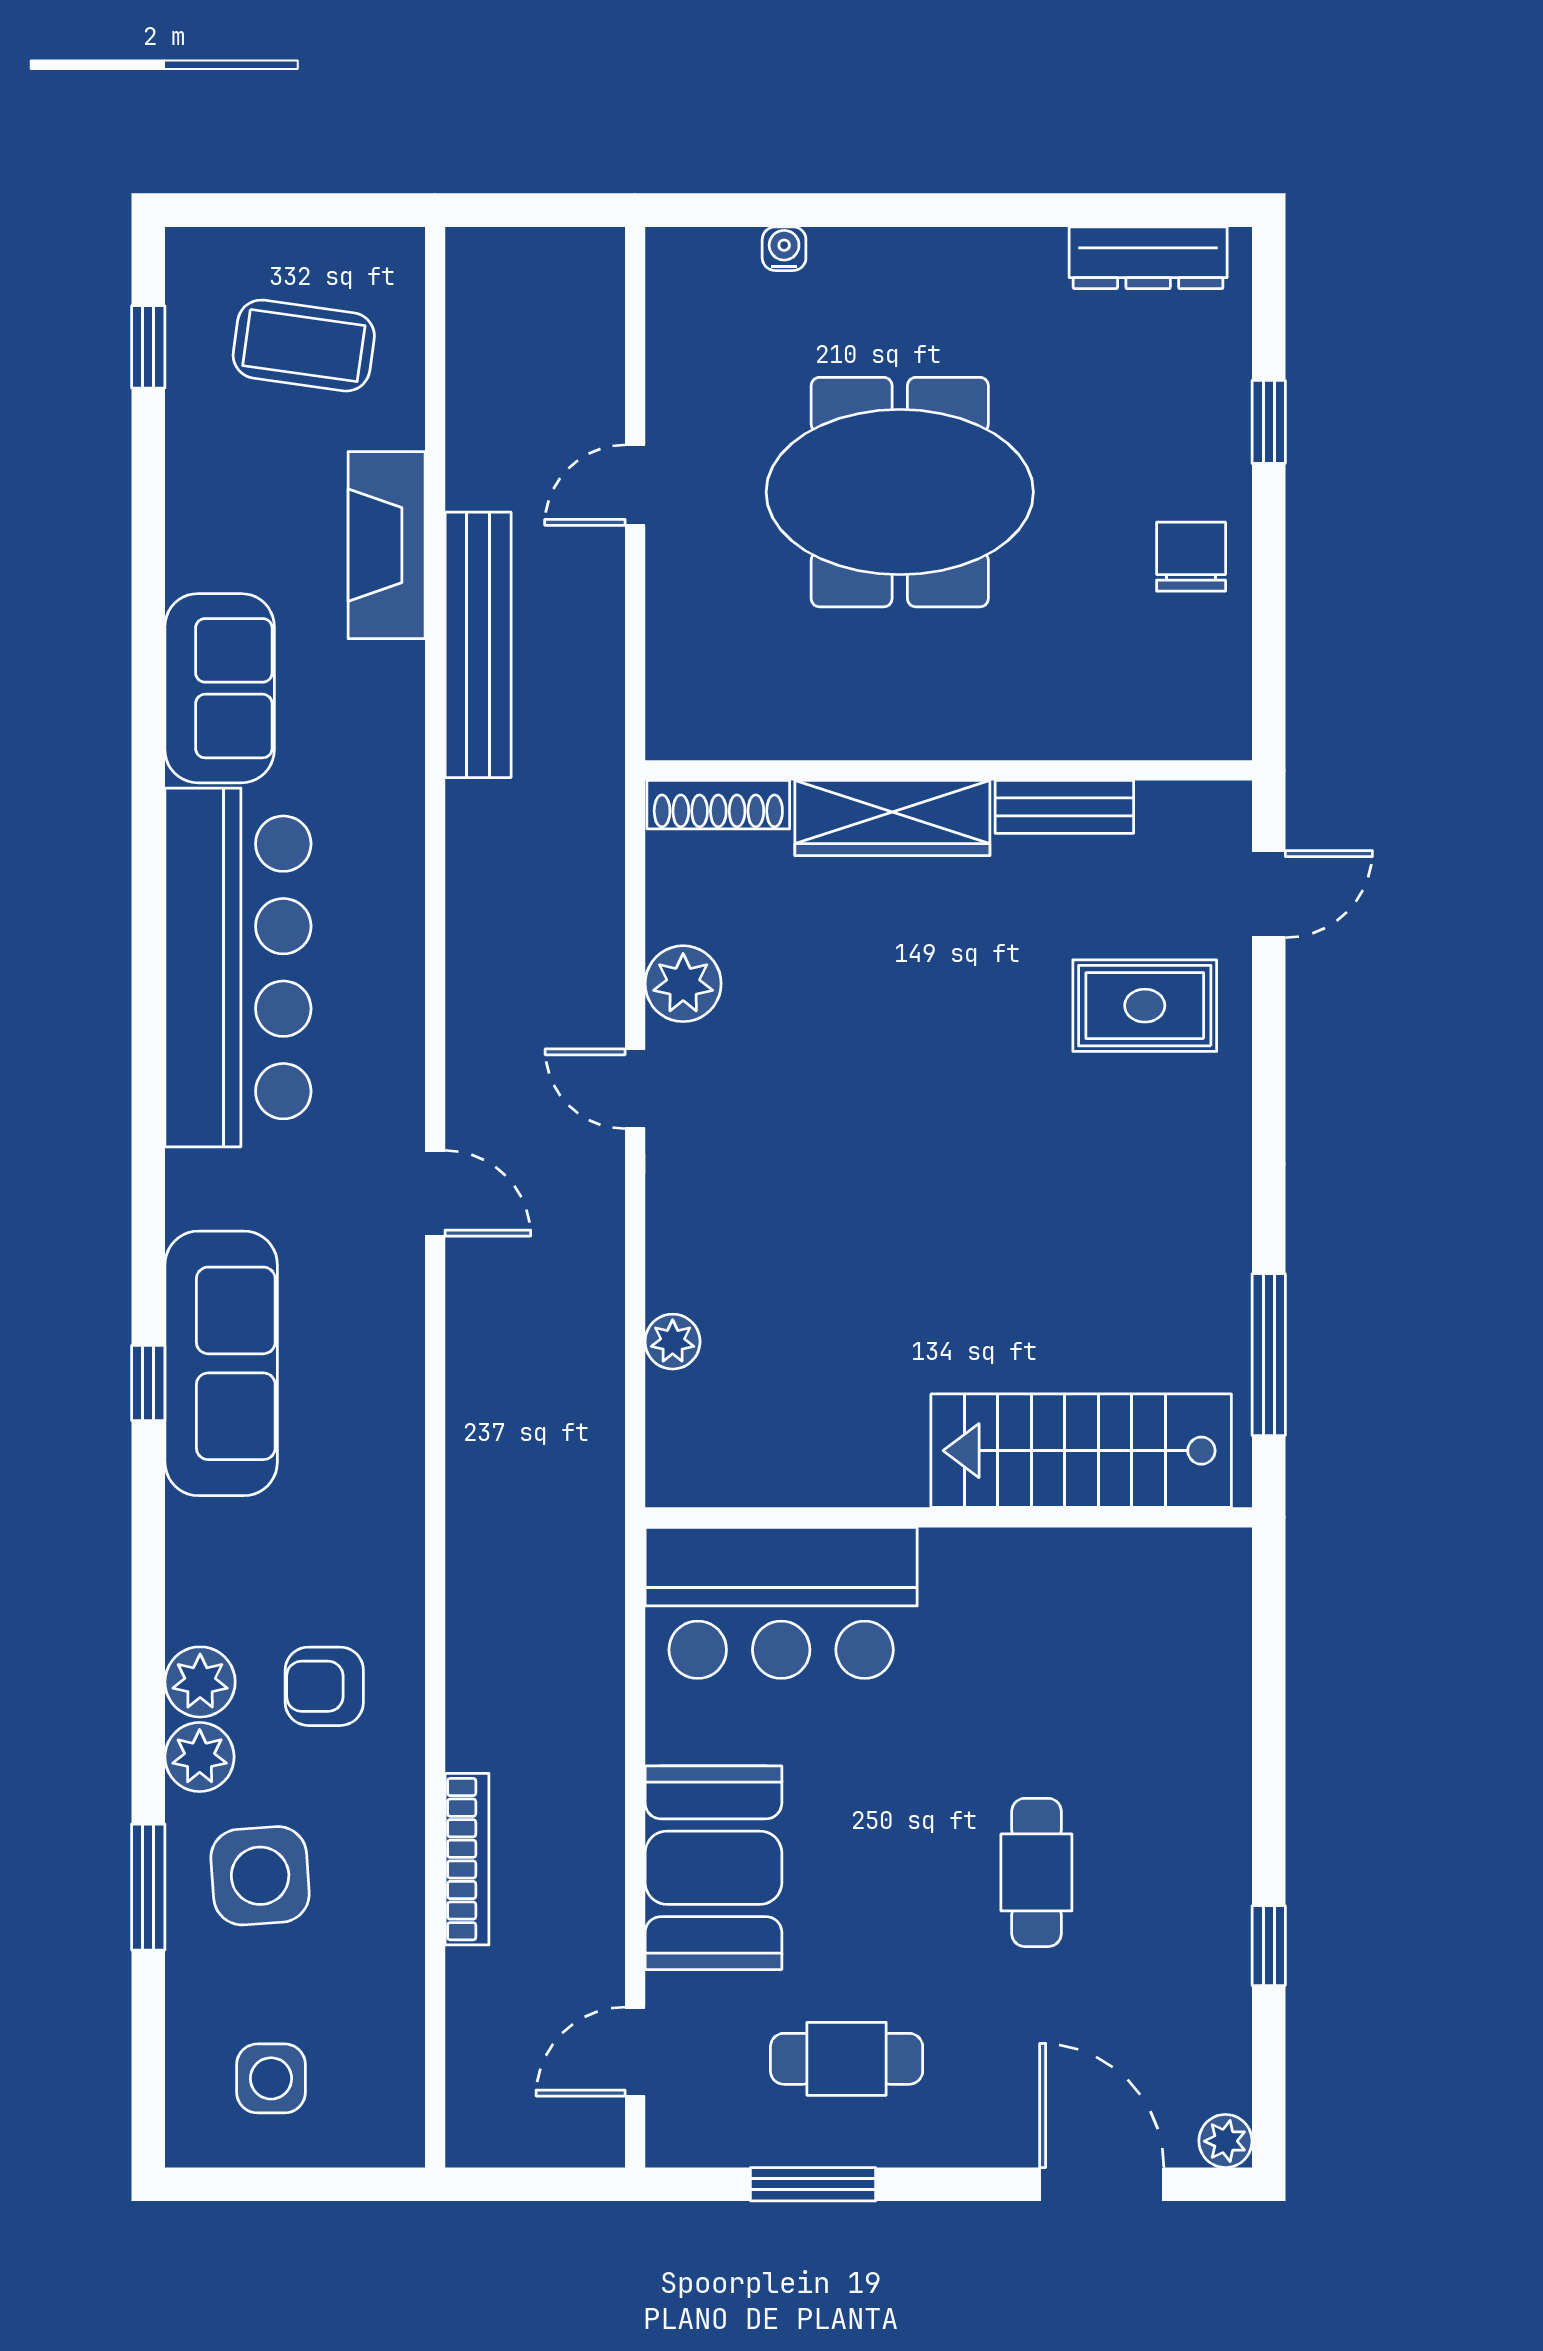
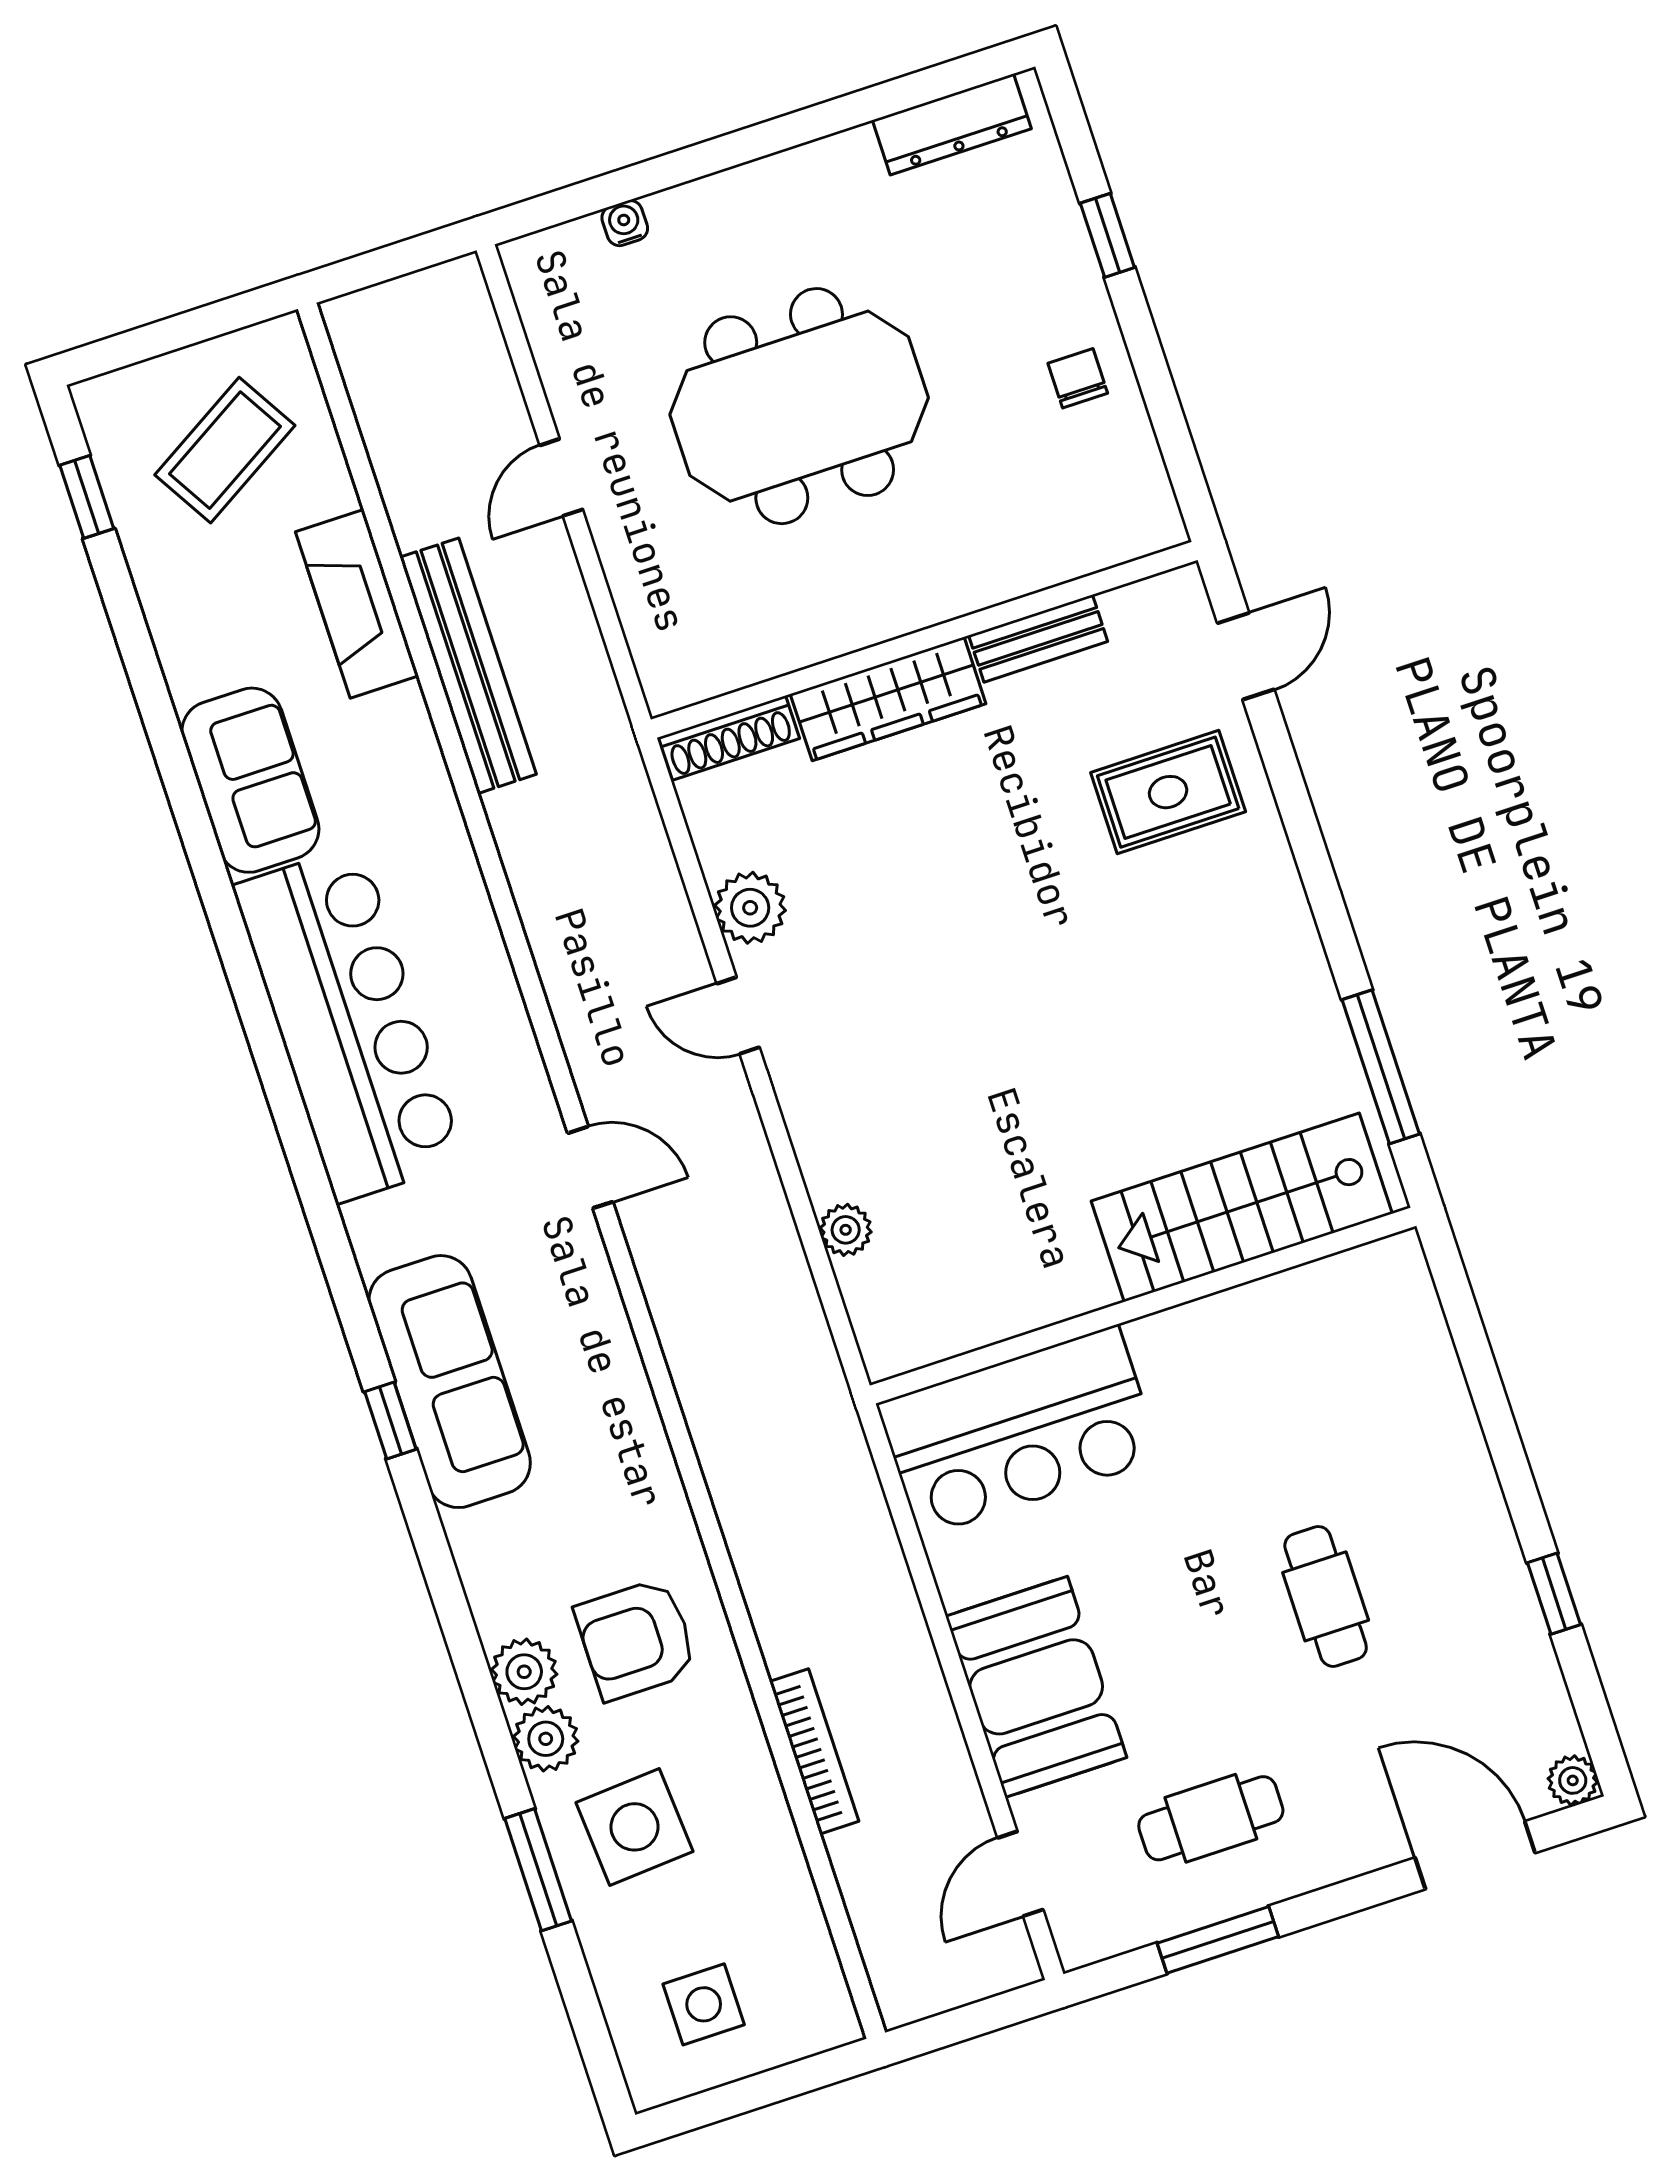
coffee table: (304, 346) -> (225, 450), turned -39
chair: (1191, 557) -> (1078, 378), width x0.73, depth x0.73
armchair: (324, 1686) -> (636, 1639), width x1.38, depth x1.38

